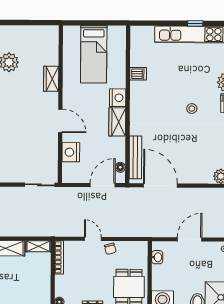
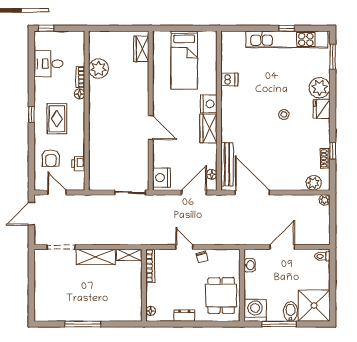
wardrobe: (51, 79) -> (141, 49), moved
nightstand: (71, 152) -> (162, 178), moved

